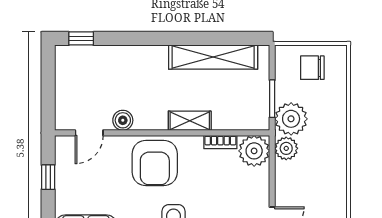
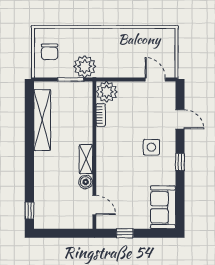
shelving: (190, 121) -> (86, 159), moved
plant: (286, 148) -> (105, 70), removed
armchair: (155, 163) -> (115, 160), removed

